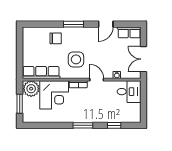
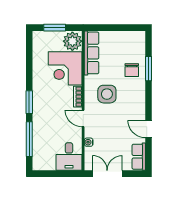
window: (73, 24) -> (149, 69), moved
door: (97, 80) -> (83, 118), swing flipped
window: (114, 125) -> (29, 139), width x2.17

